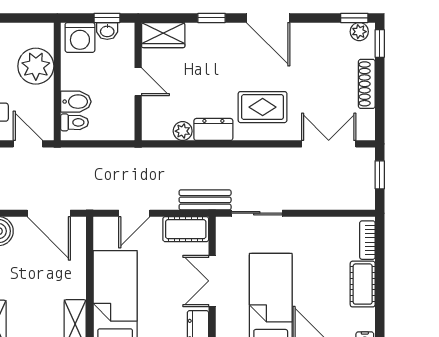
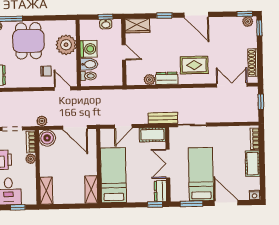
washing machine: (80, 37) -> (89, 49), moved, turned -90
shoe rack: (367, 84) -> (253, 63), moved

